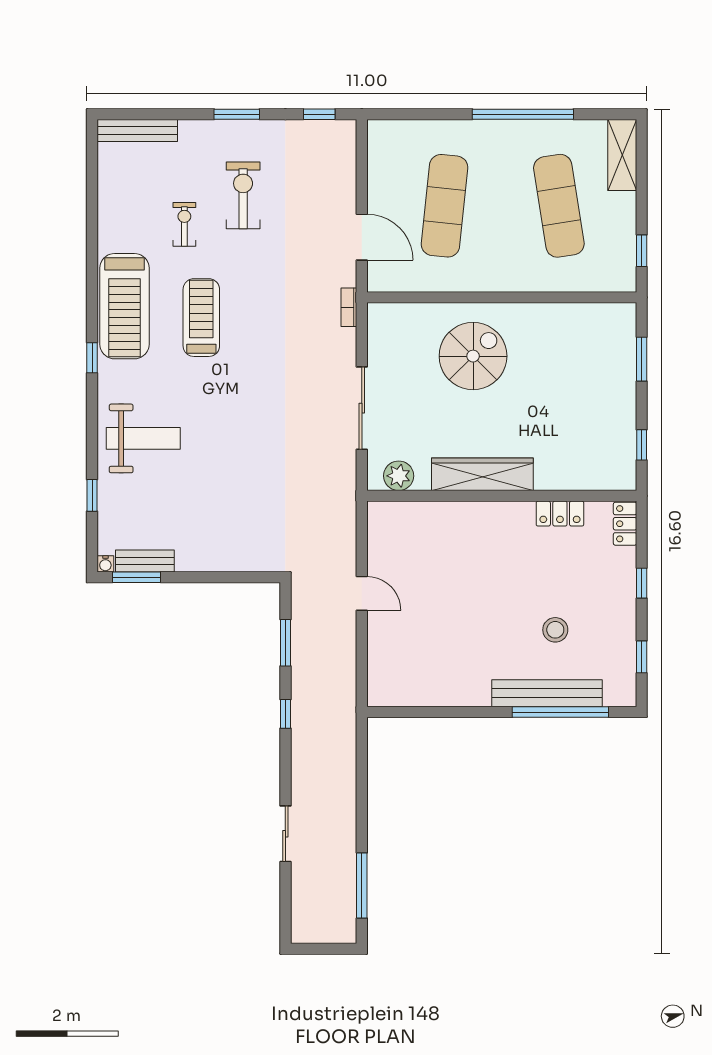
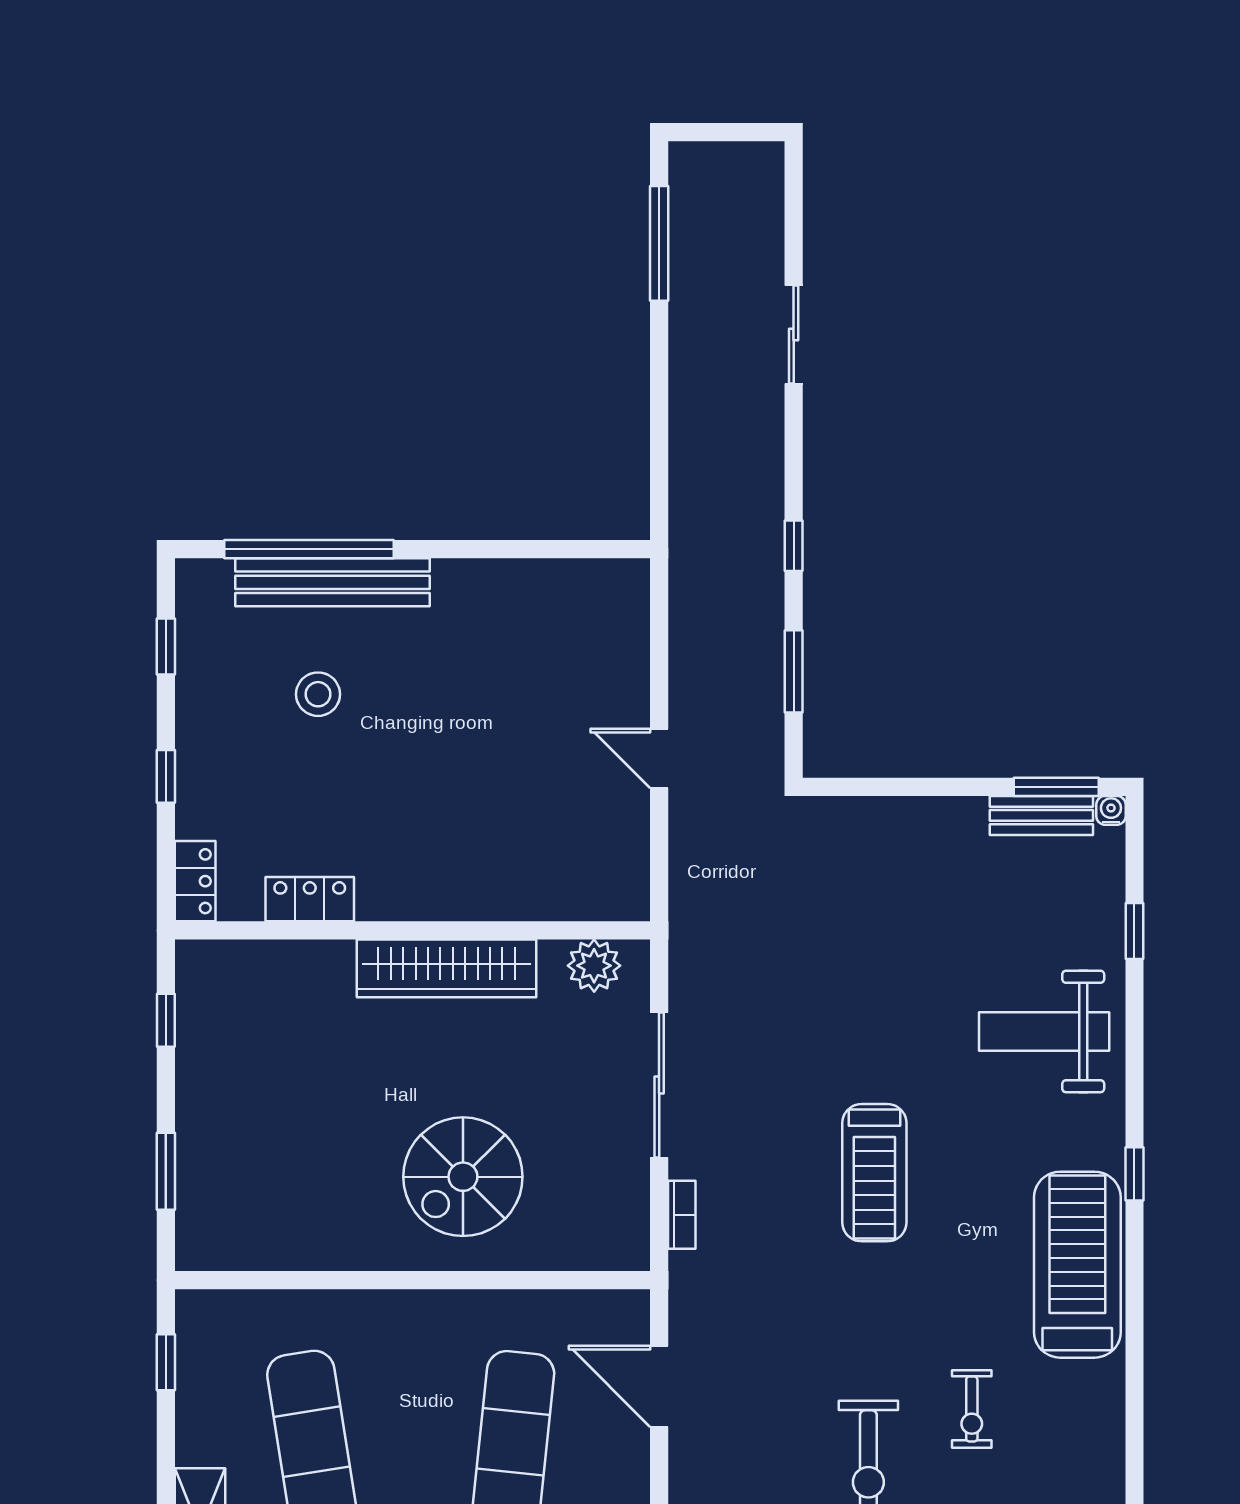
bookcase: (349, 307) -> (682, 1215), moved
treadmill: (201, 318) -> (874, 1173), moved

